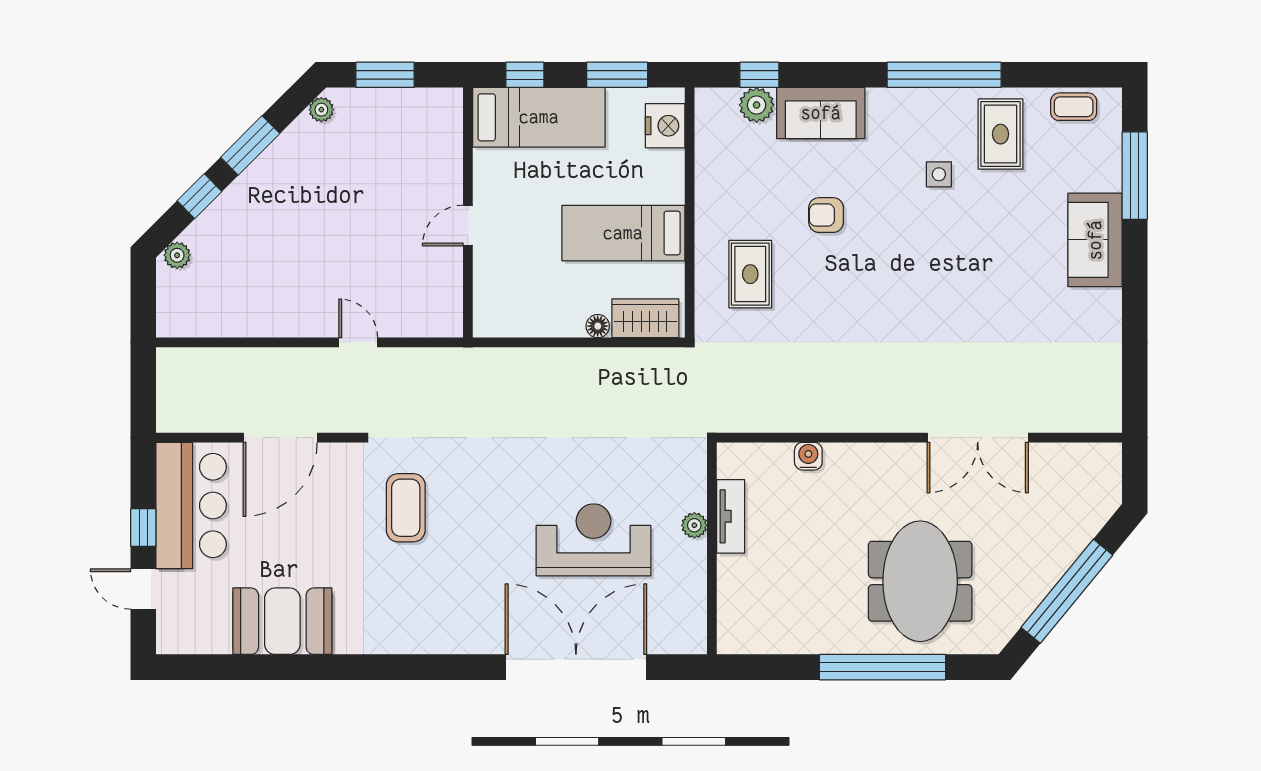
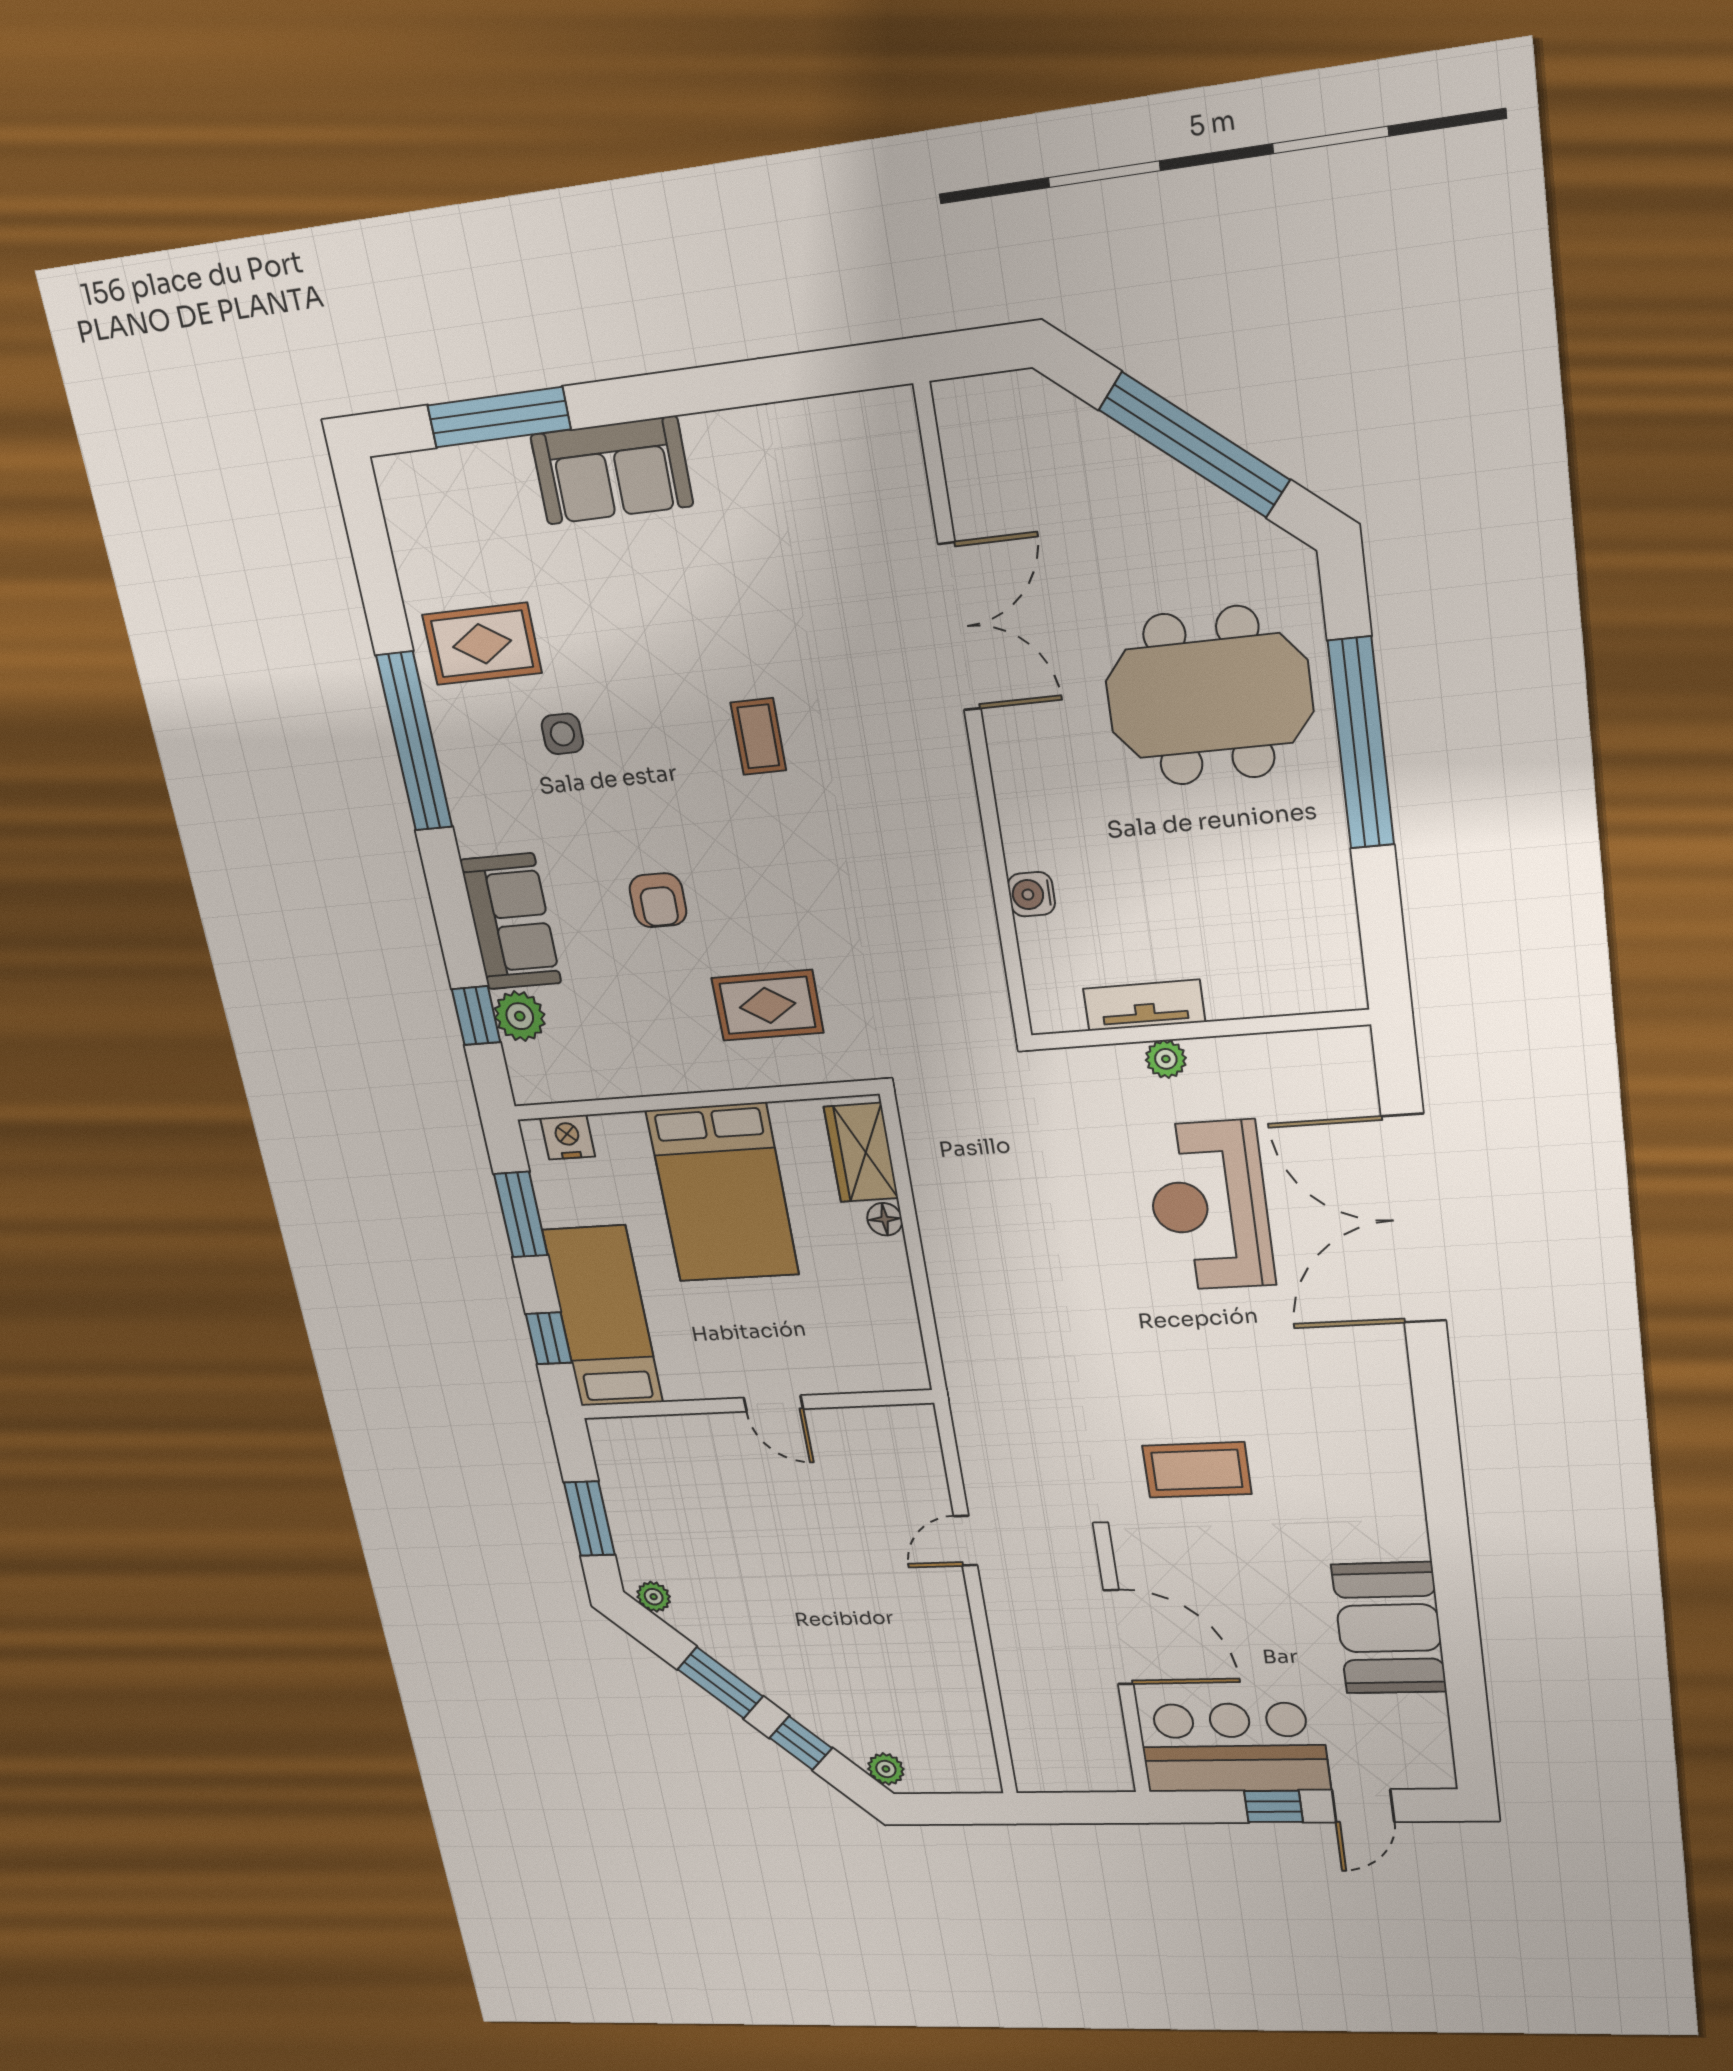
coffee table: (1074, 107) -> (758, 736), moved
nightstand: (665, 126) -> (568, 1137), width x0.74, depth x0.75
bed: (623, 233) -> (723, 1193), width x1.50

